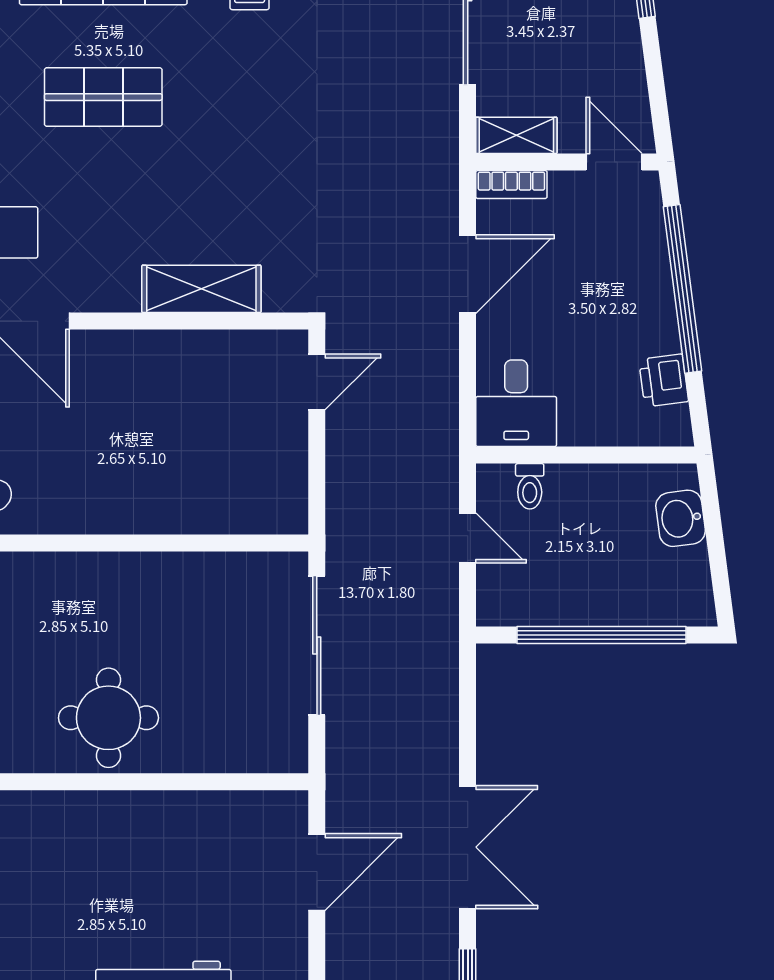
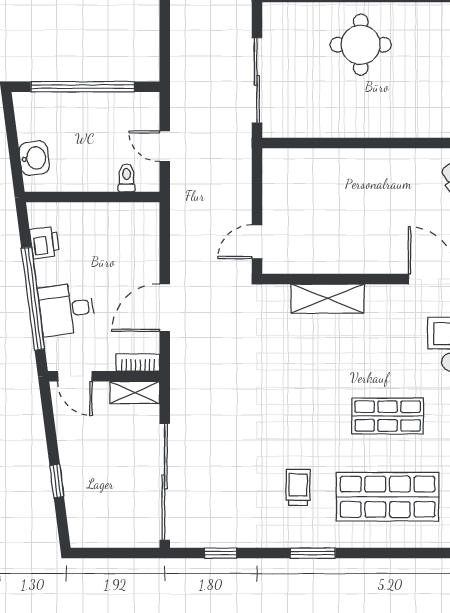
desk: (516, 403) -> (66, 309), moved, turned -97
round table: (108, 718) -> (361, 45), moved

